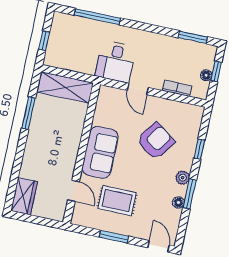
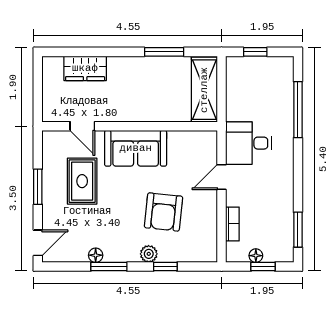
armchair: (156, 141) -> (163, 212), turned 61
plant: (183, 178) -> (149, 254), moved
door: (73, 191) -> (82, 126), hinge flipped
wardrobe: (24, 196) -> (85, 68), moved

